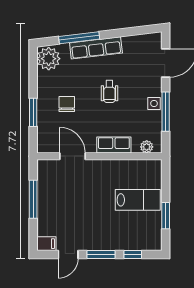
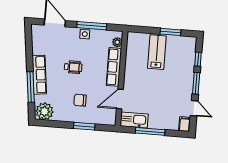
row of seats: (114, 145) -> (114, 67), width x1.48
kitchen sink: (46, 177) -> (134, 120), added

